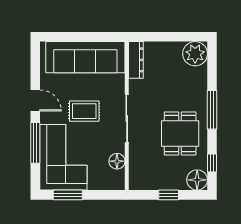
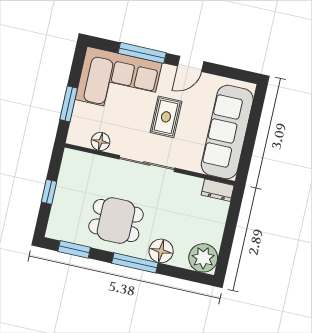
dresser: (136, 60) -> (218, 190), width x0.70
window: (212, 163) -> (74, 249), width x1.50
floor lamp: (197, 180) -> (161, 251), moved
window: (68, 195) -> (69, 104), moved

